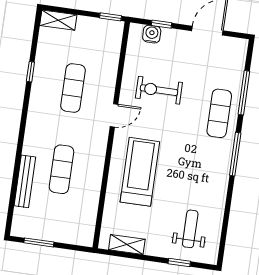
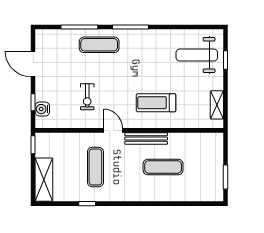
shelving: (58, 20) -> (44, 180), width x1.50, depth x1.33
exercise mat: (73, 88) -> (95, 167), turned 90
exercise bike: (159, 90) -> (87, 97), width x0.73, depth x0.72
treadmill: (140, 172) -> (156, 103), width x0.73, depth x0.73
bench: (25, 181) -> (146, 138), moved
weight bench: (190, 229) -> (197, 55), width x1.36, depth x1.33

